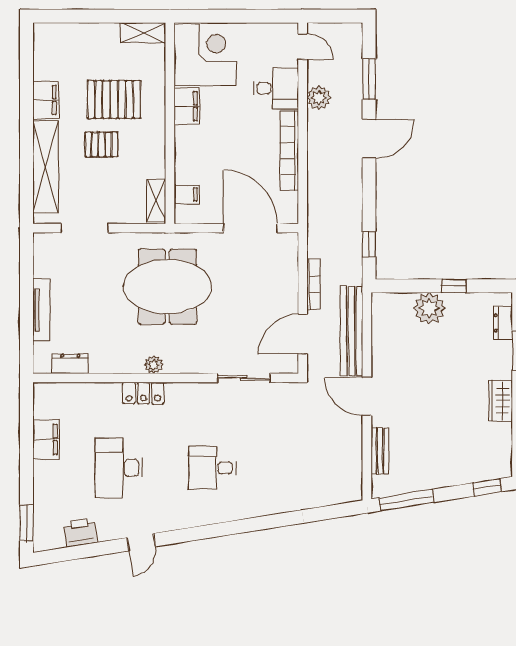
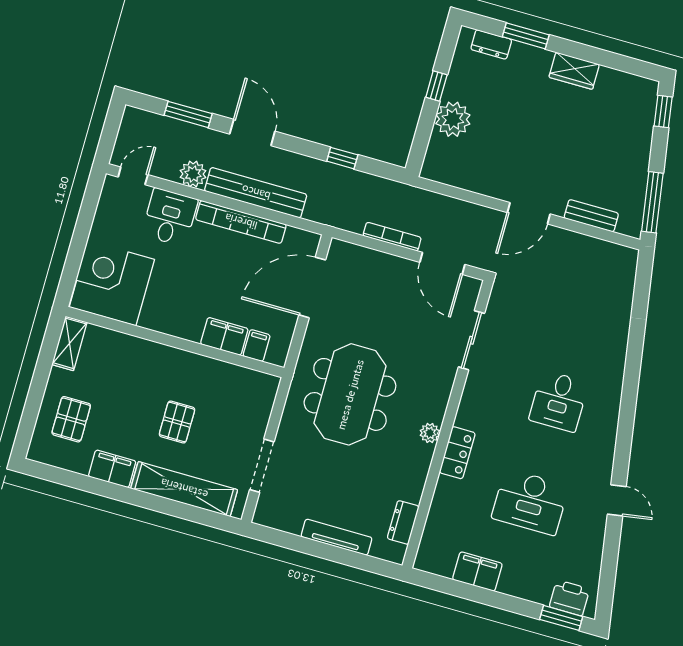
pallet: (114, 99) -> (71, 419), moved, width x0.67, depth x0.71
filing cabinet: (187, 106) -> (224, 336), moved
shelving: (156, 200) -> (254, 380), removed
window: (369, 244) -> (342, 158), moved
bench: (351, 331) -> (256, 193), moved
printer: (80, 532) -> (569, 598), moved, turned 99

